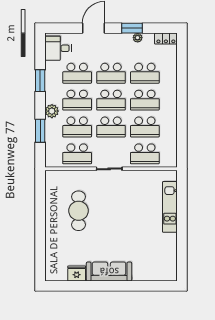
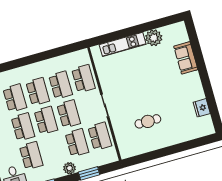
school desk: (77, 100) -> (54, 149), removed
cafe table: (78, 211) -> (148, 121), width x0.73, depth x0.74
plant: (168, 243) -> (154, 38), added
sofa: (109, 271) -> (186, 58), moved, width x0.73

